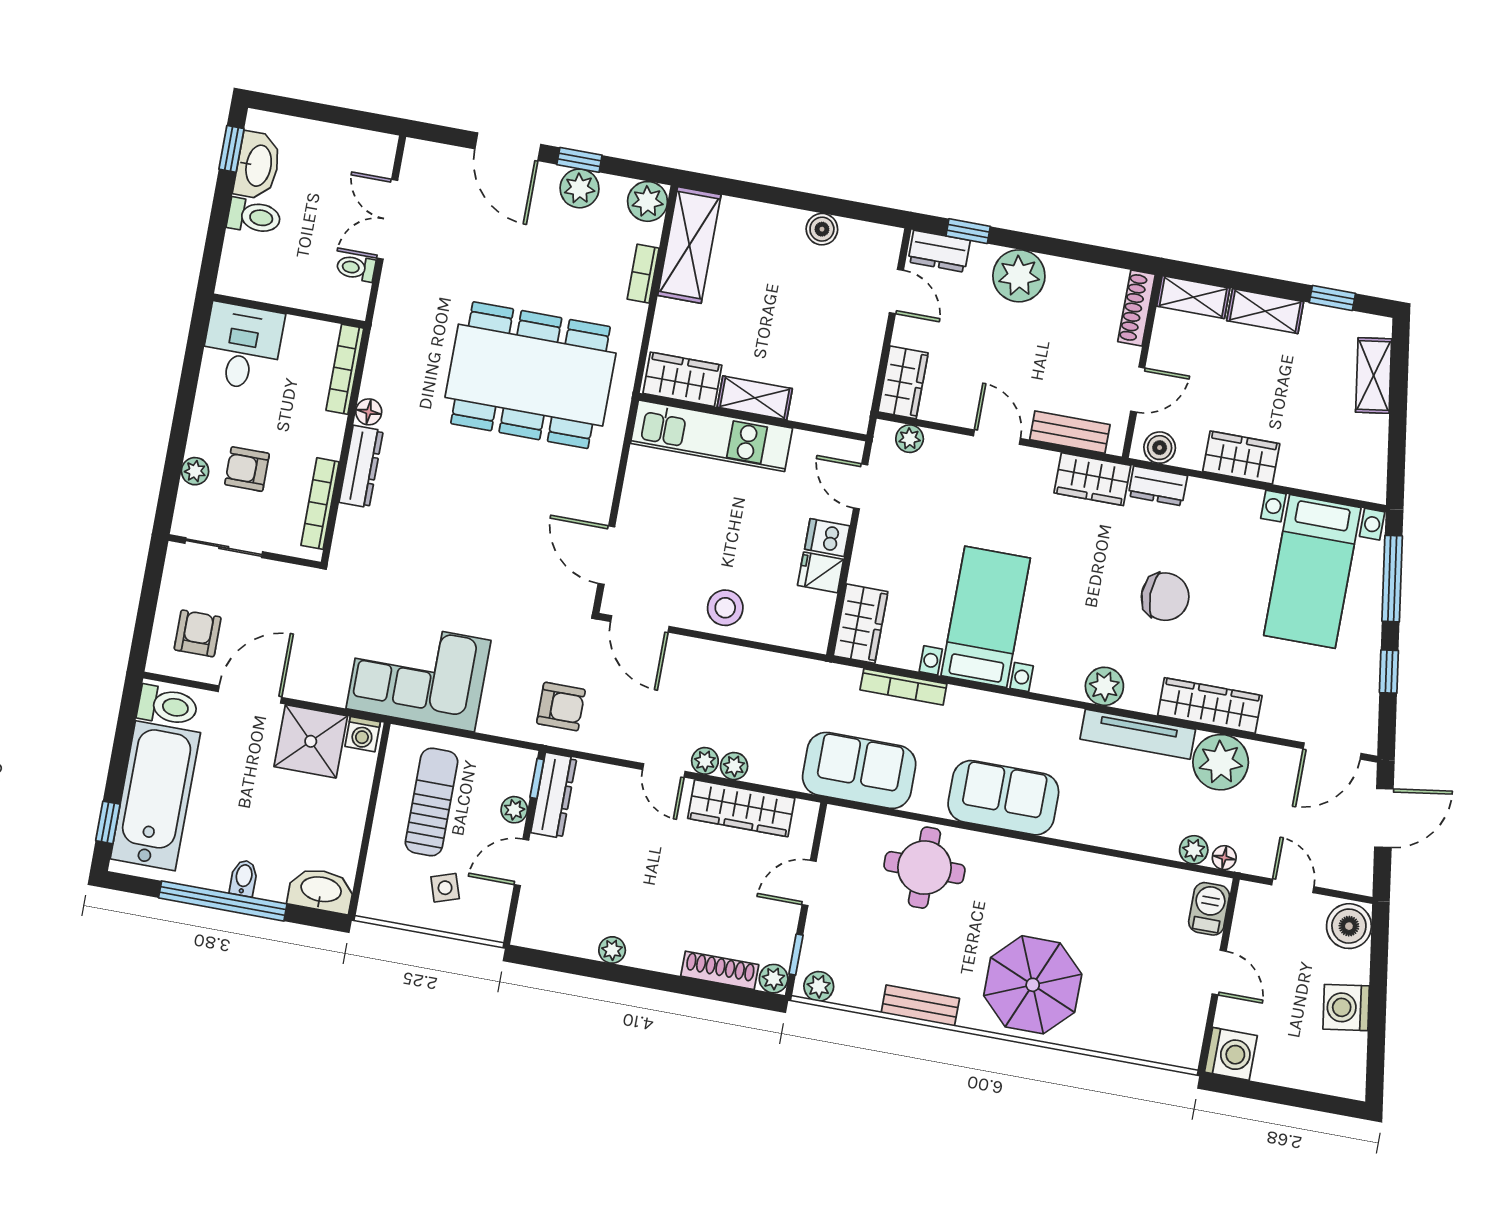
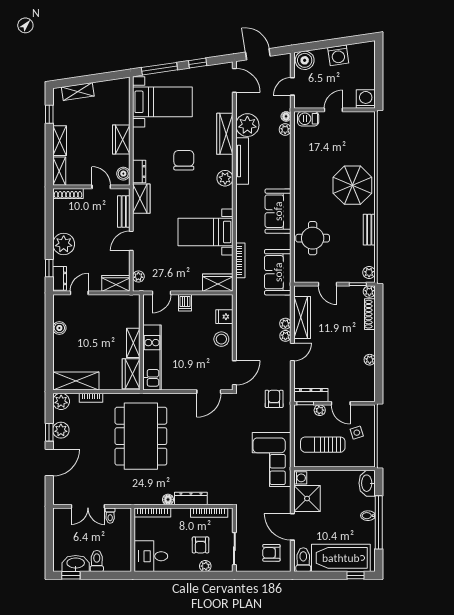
fridge: (821, 572) -> (224, 317), moved, turned 90

